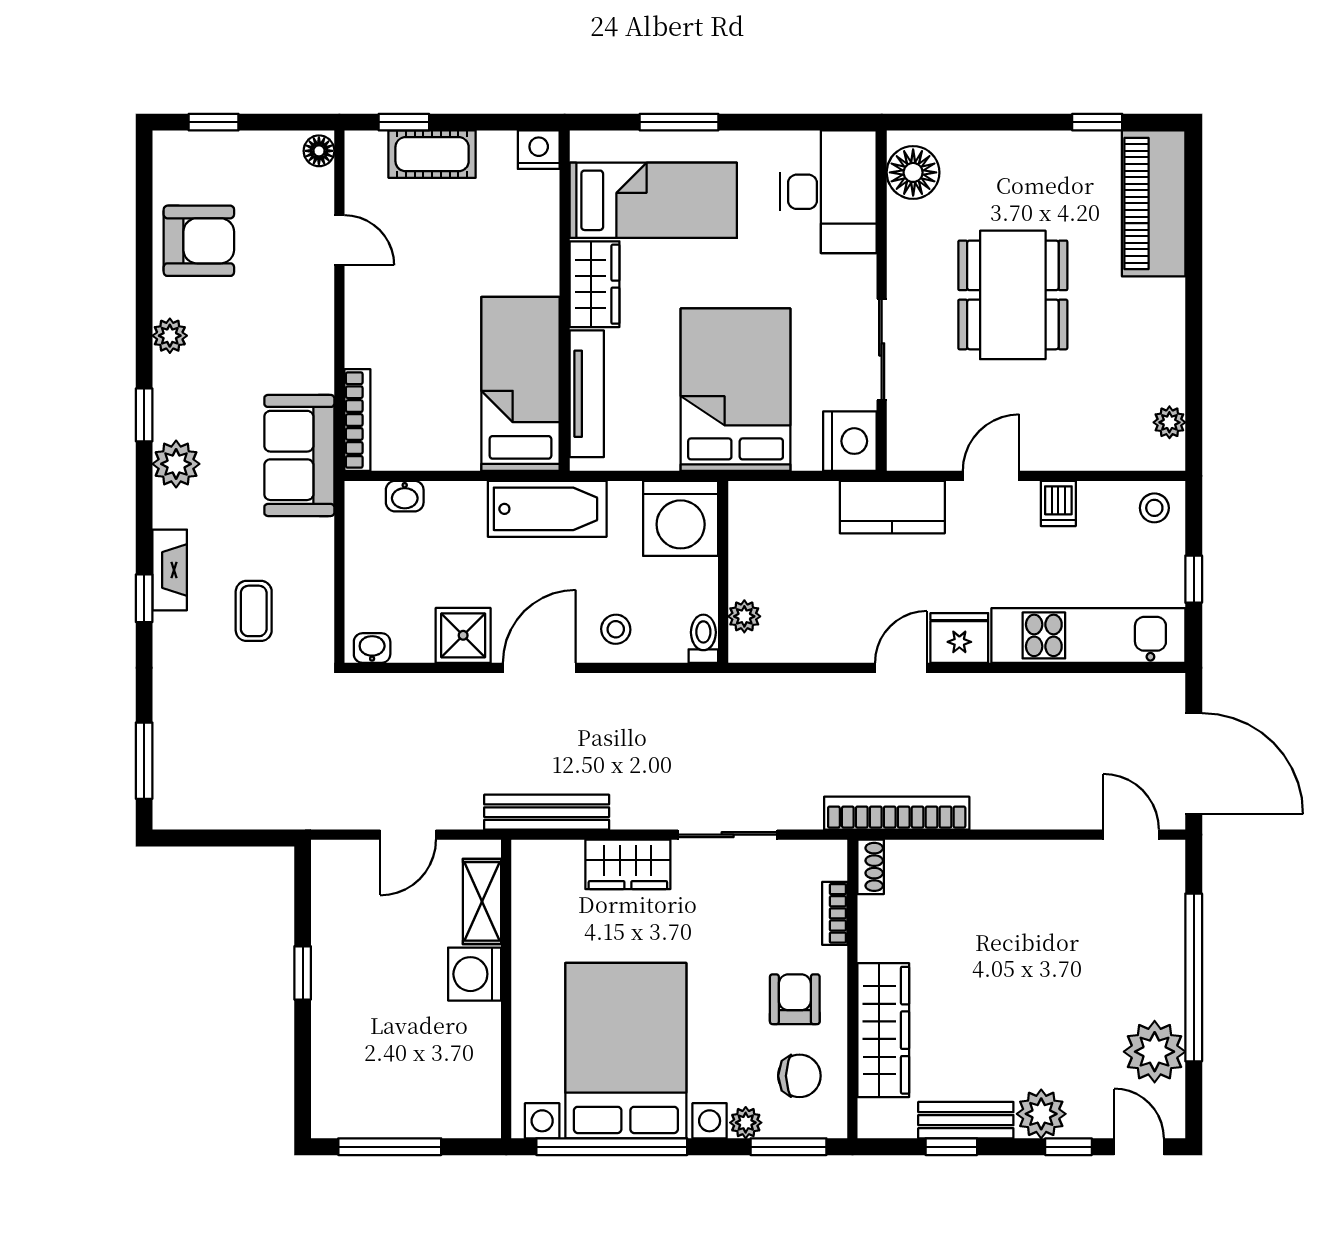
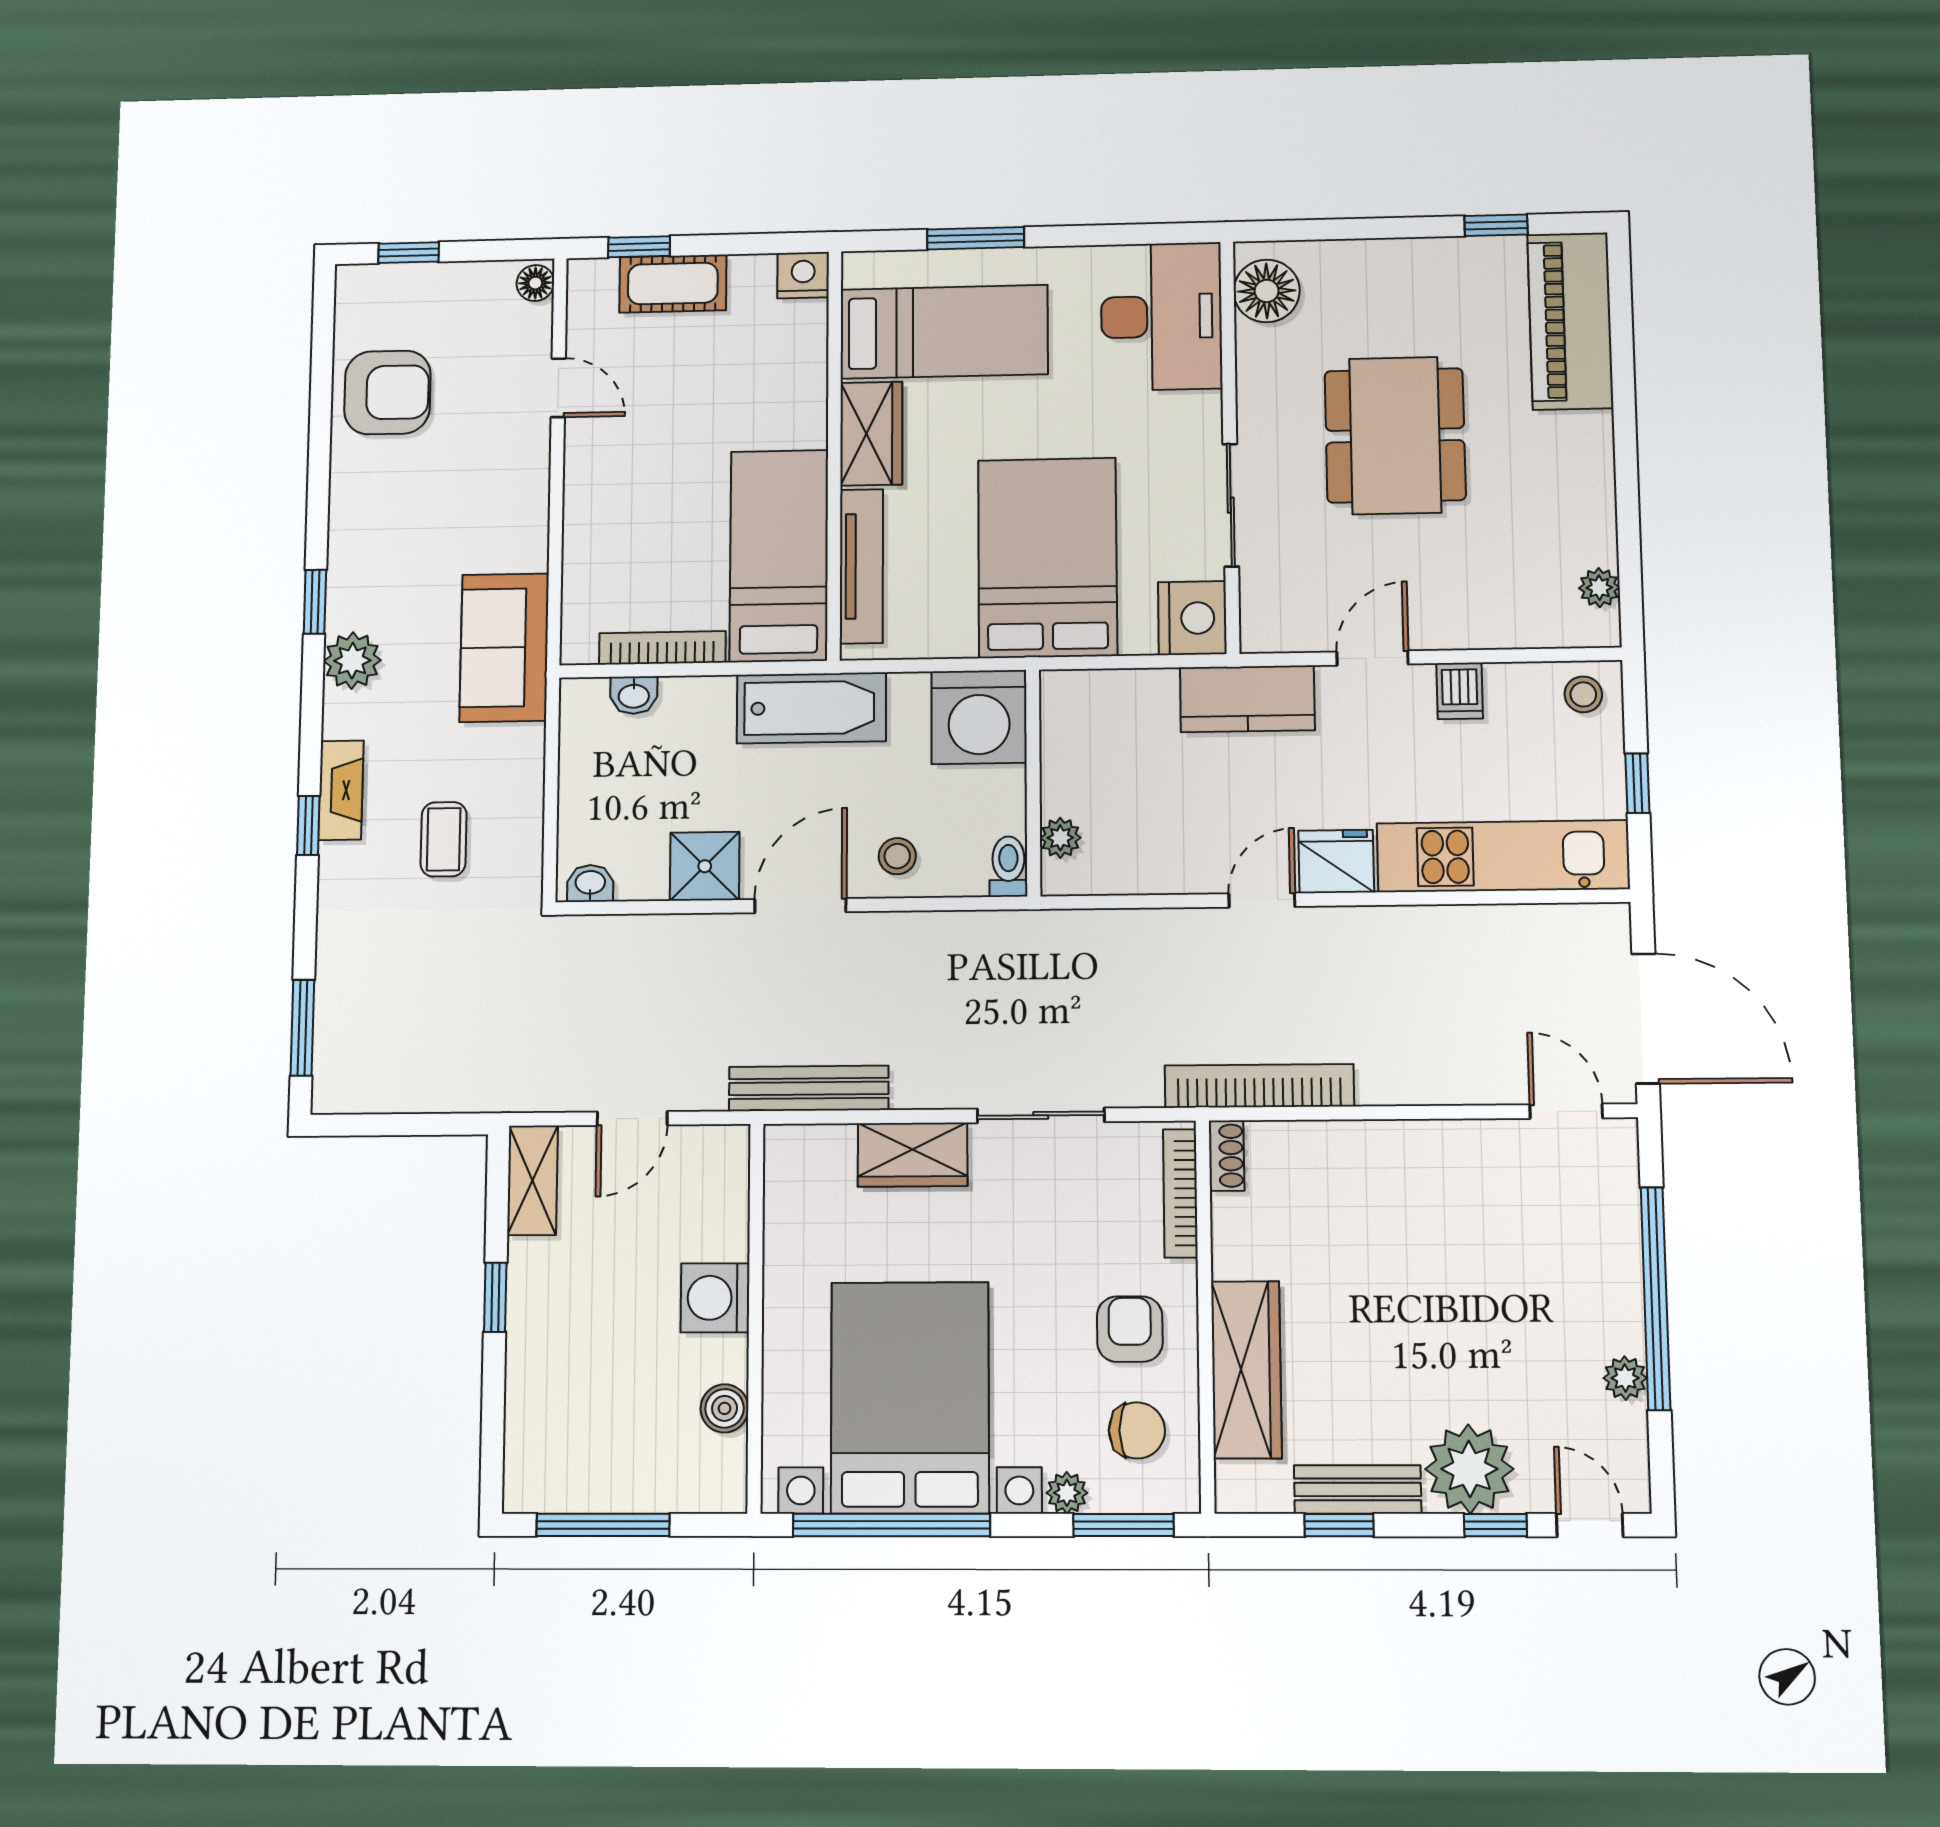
plant: (170, 336) -> (349, 506), removed
bookcase: (357, 420) -> (662, 648), moved, turned -90
shelving: (482, 901) -> (532, 1180), moved
bookcase: (835, 913) -> (1180, 1193), width x1.56
plant: (1155, 1052) -> (1625, 1378), width x0.53, depth x0.53
boiler: (483, 1059) -> (725, 1408), added
plant: (1041, 1114) -> (1469, 1469), width x1.36, depth x1.36

